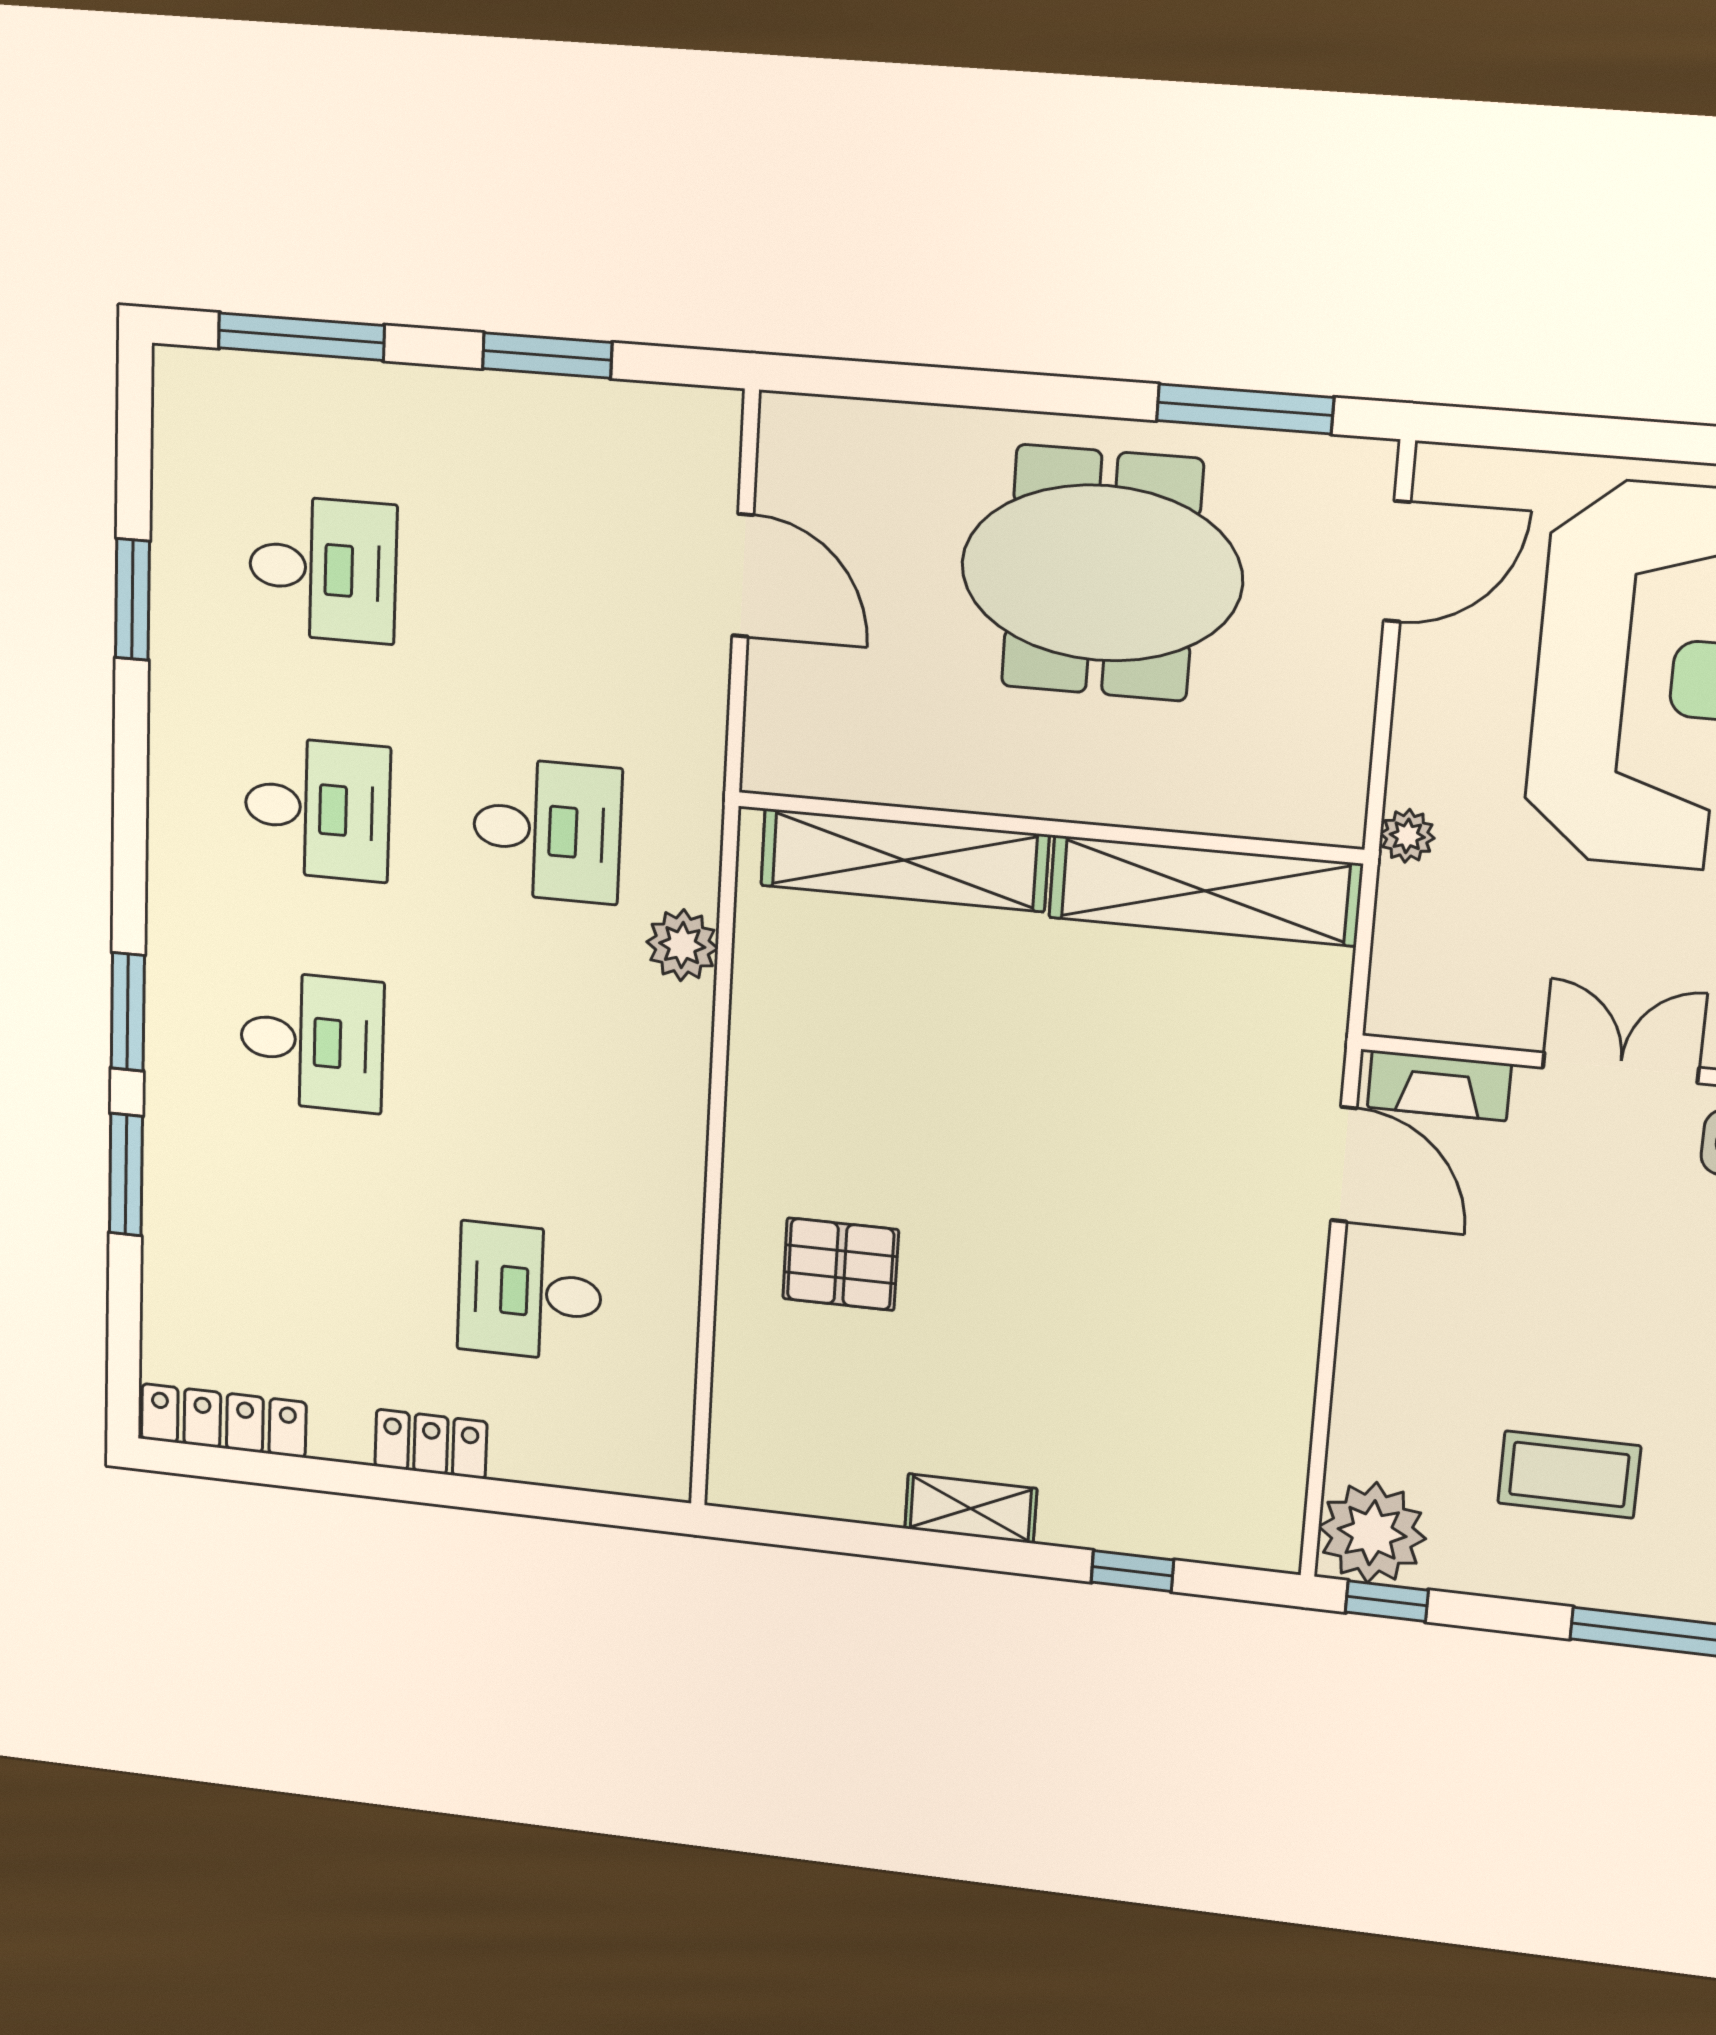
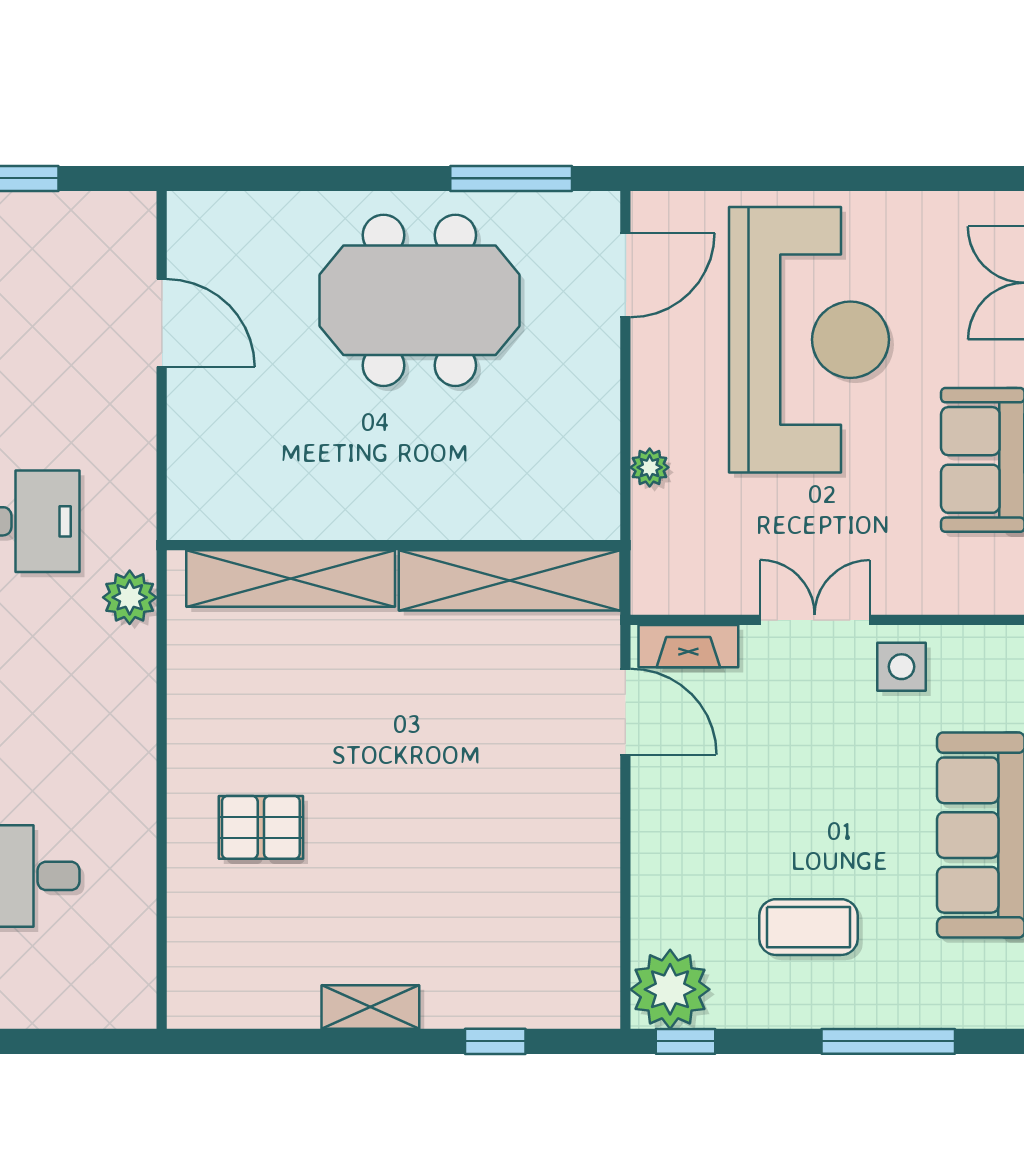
wall: (1048, 828) -> (393, 545), moved
shelving: (904, 860) -> (291, 579), moved
shelving: (1205, 891) -> (510, 580), moved

